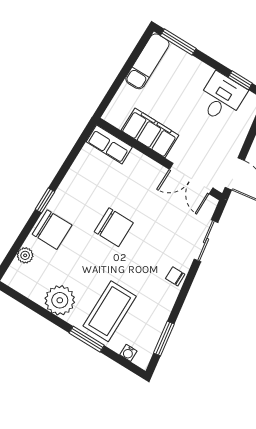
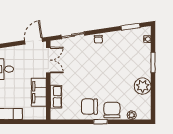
row of seats: (109, 144) -> (56, 97), moved
chair: (114, 227) -> (89, 107), moved, turned -90
coffee table: (110, 311) -> (133, 60), removed

